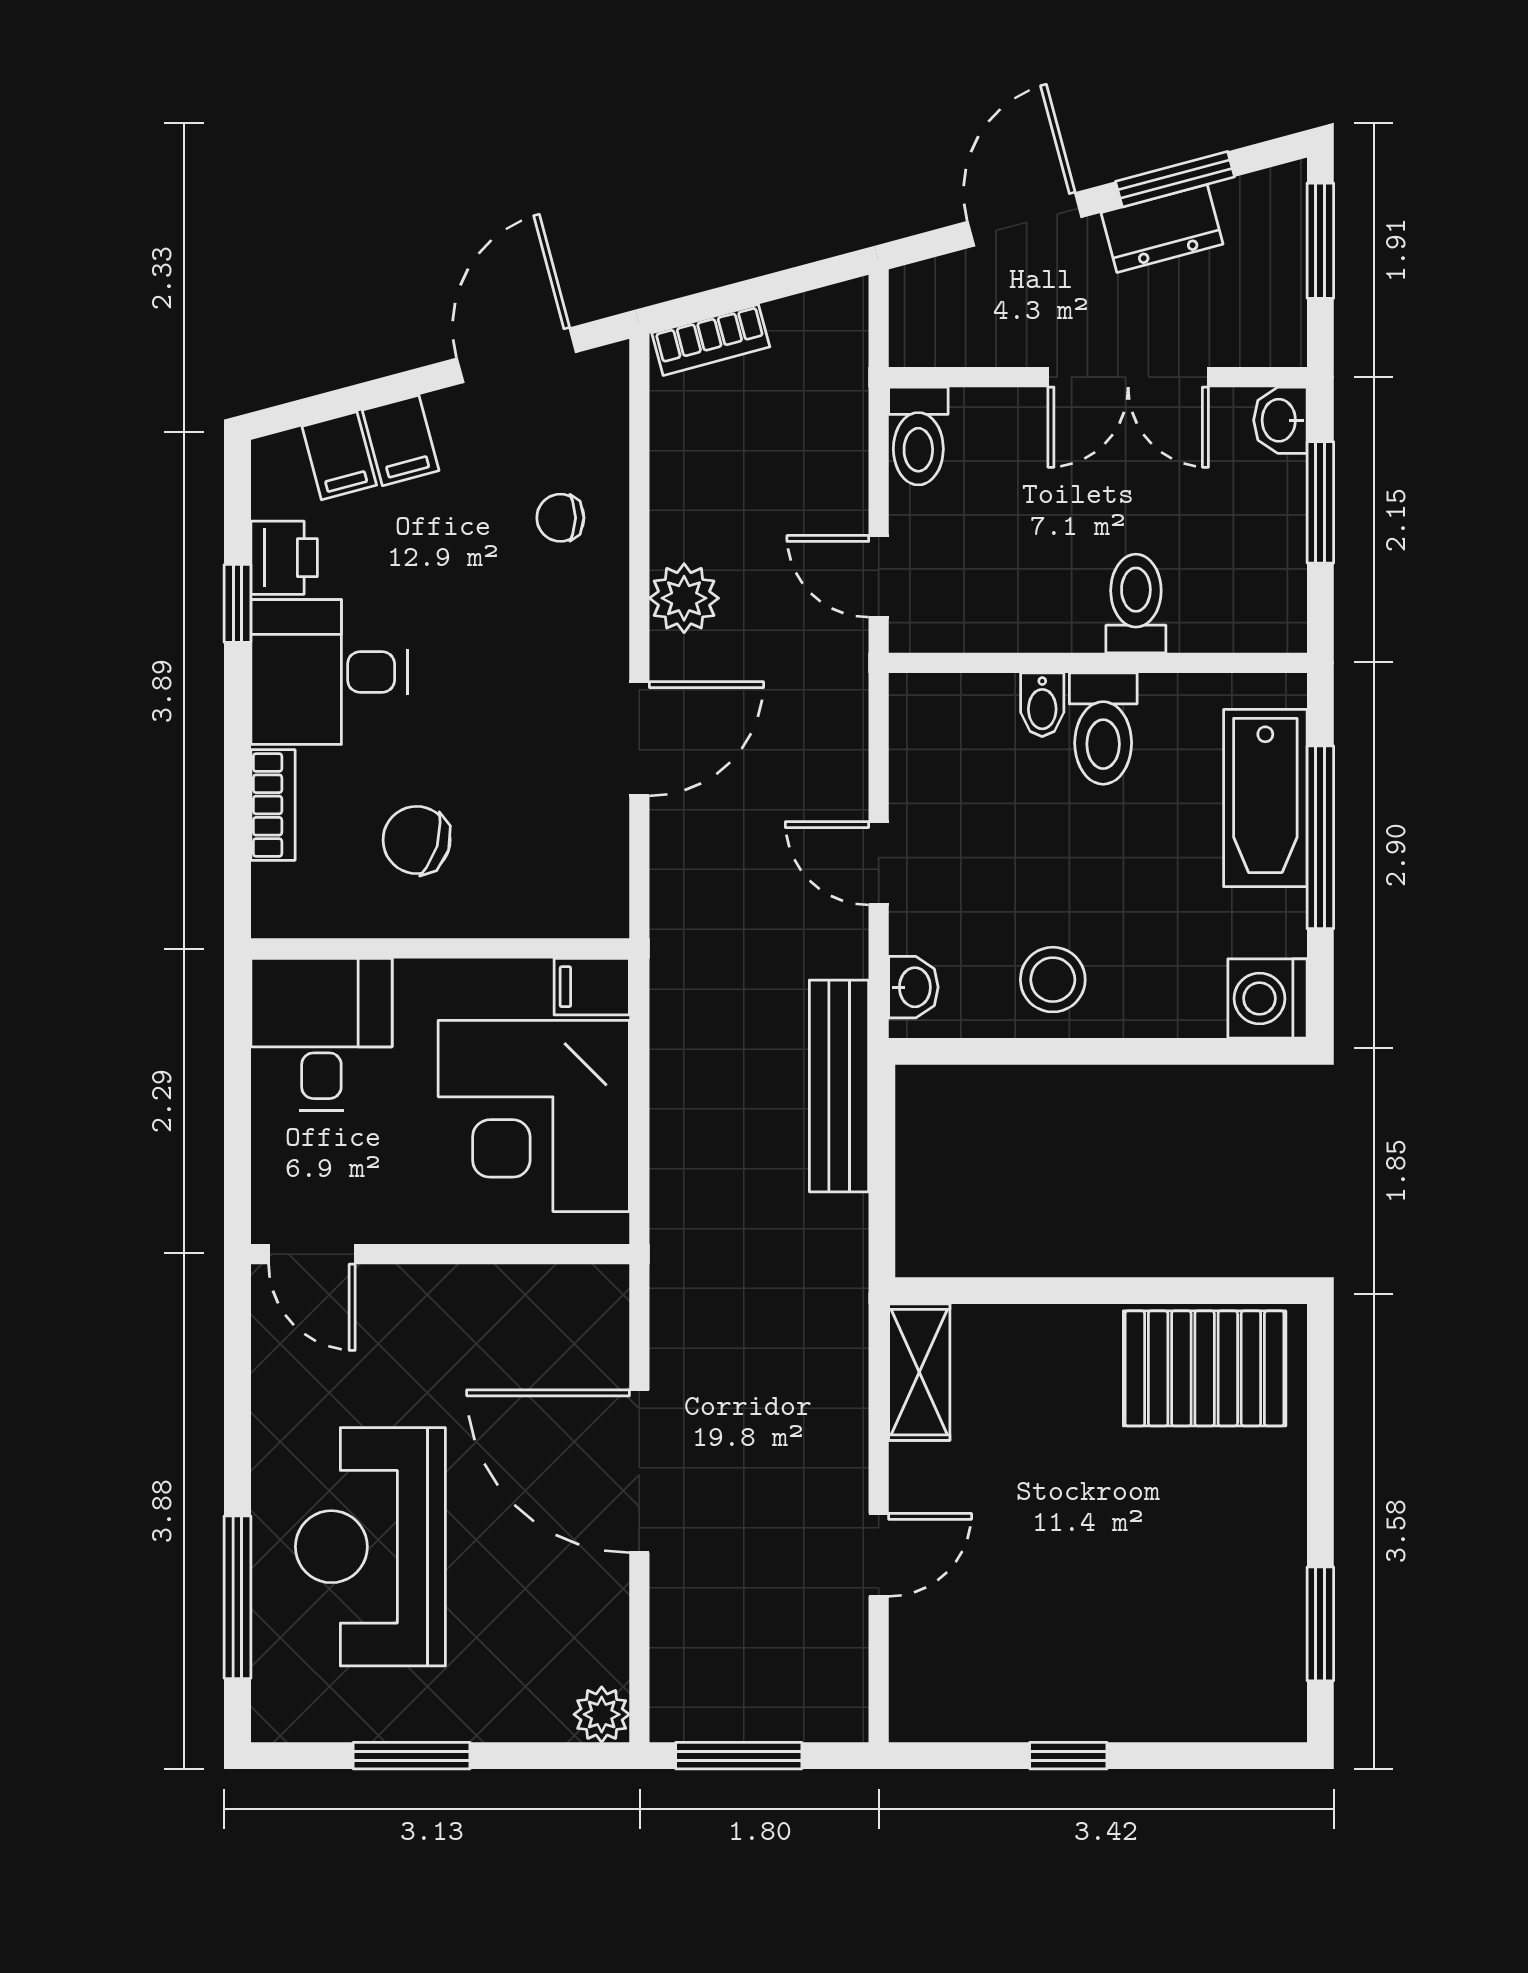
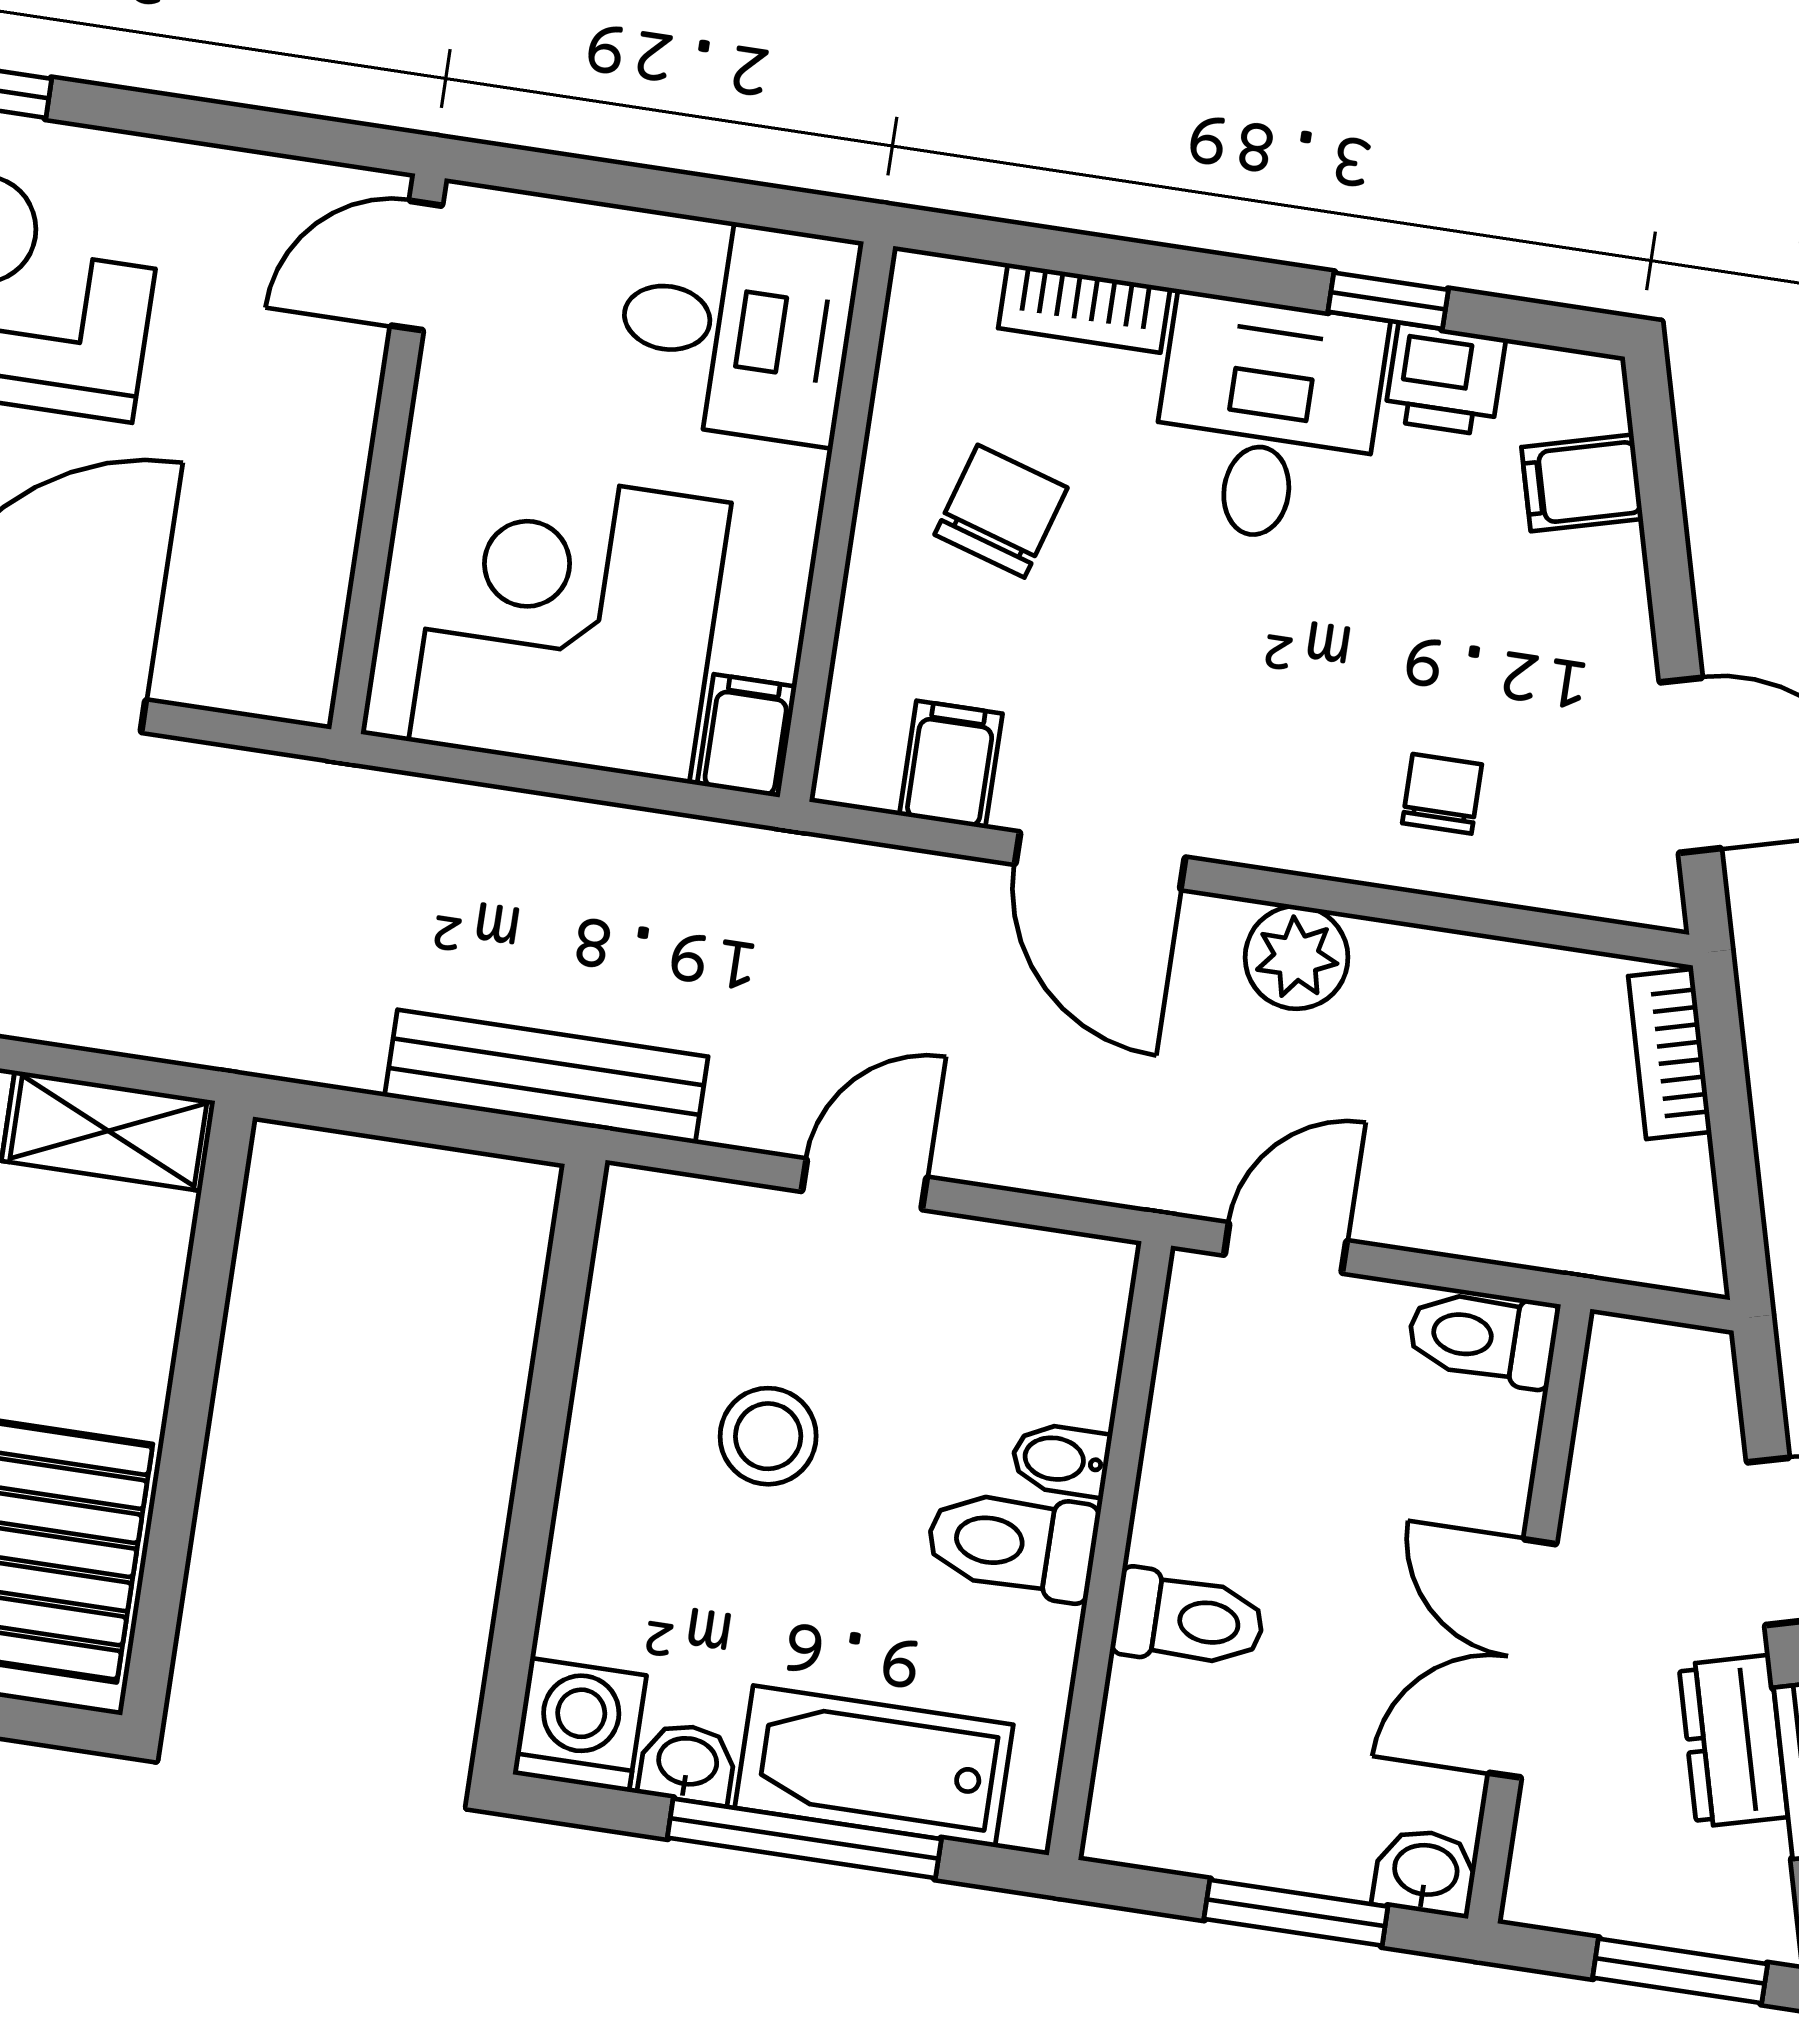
filing cabinet: (401, 440) -> (951, 764), moved, turned 105
stool: (1053, 980) -> (768, 1436), moved
washbasin: (913, 987) -> (687, 1763), moved, turned 180

